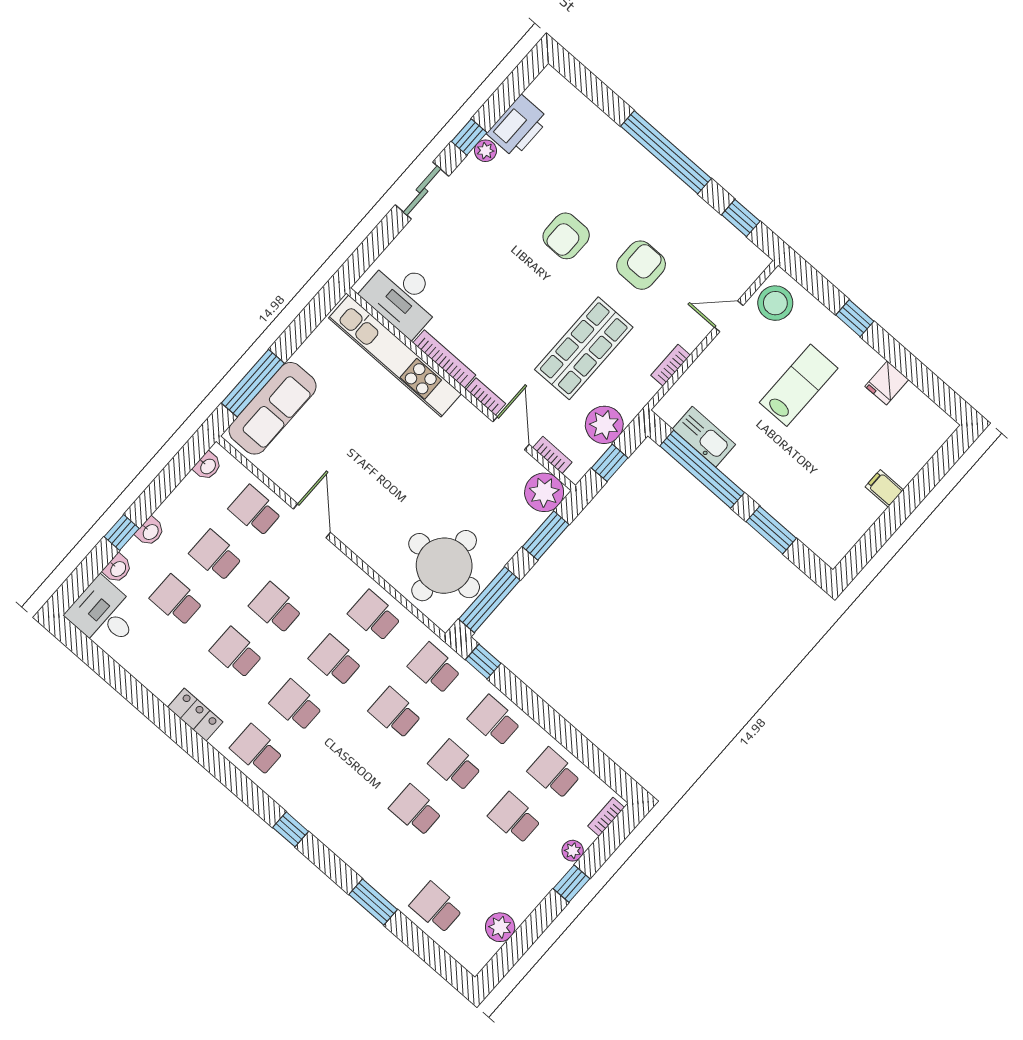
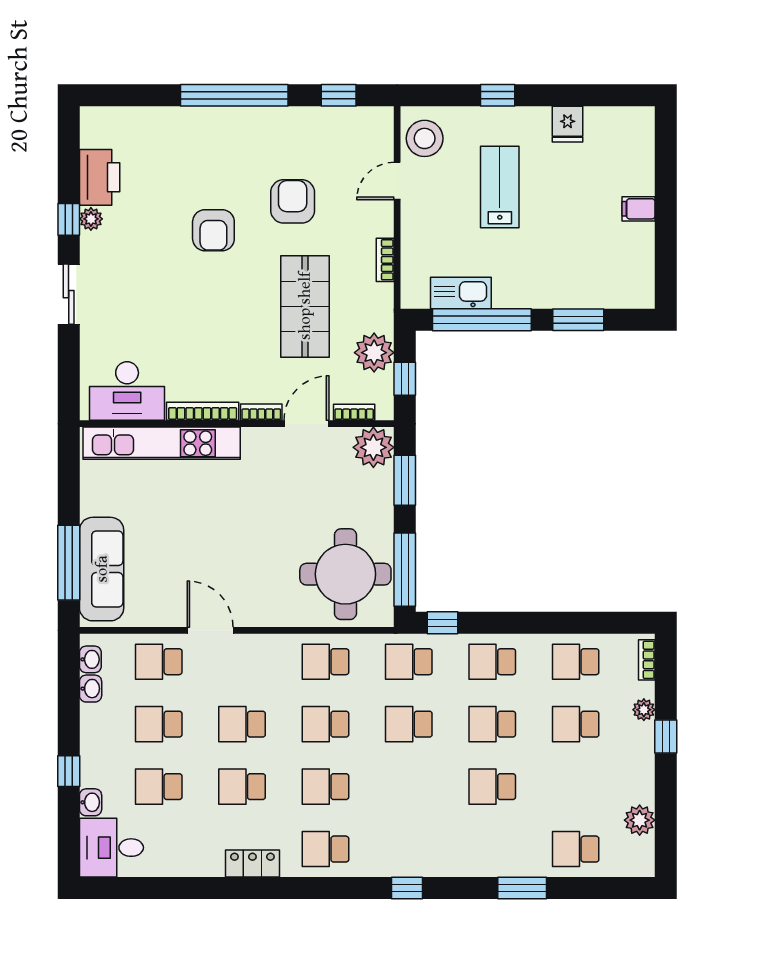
door: (511, 433) -> (306, 424), hinge flipped
washbasin: (150, 532) -> (91, 689), moved

